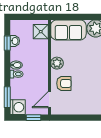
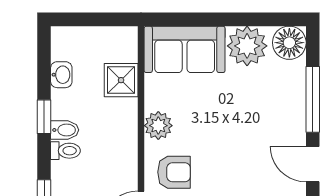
shower: (41, 32) -> (121, 80), moved
window: (7, 43) -> (44, 117), moved

